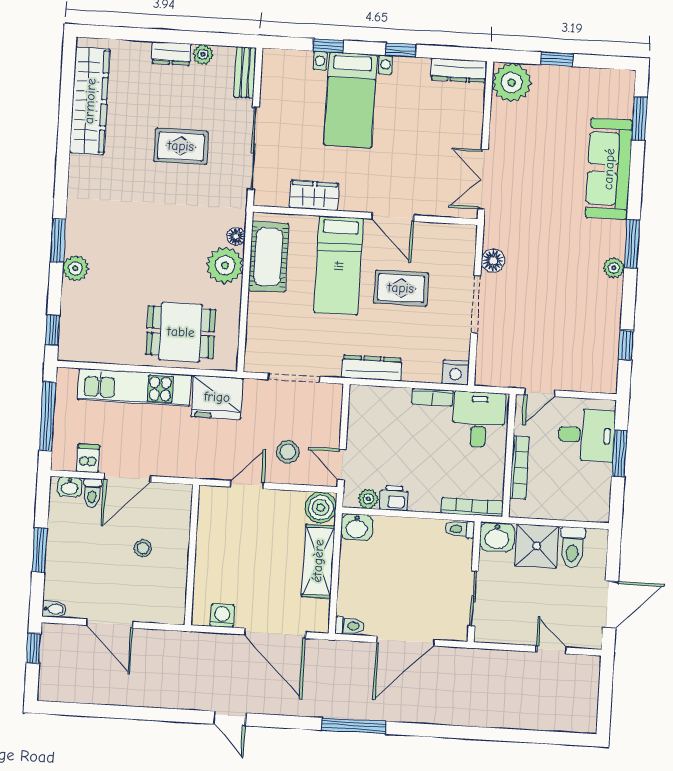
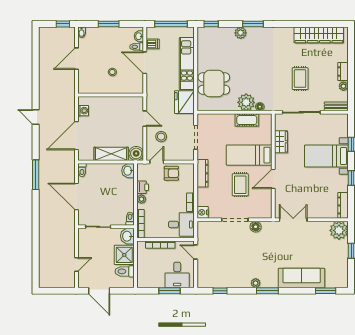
cot: (268, 257) -> (247, 120), width x0.73, depth x0.75
dining table: (181, 332) -> (214, 84), turned 90
armchair: (368, 435) -> (171, 173), added
plant: (368, 499) -> (141, 199), moved
door: (230, 719) -> (36, 117), hinge flipped

